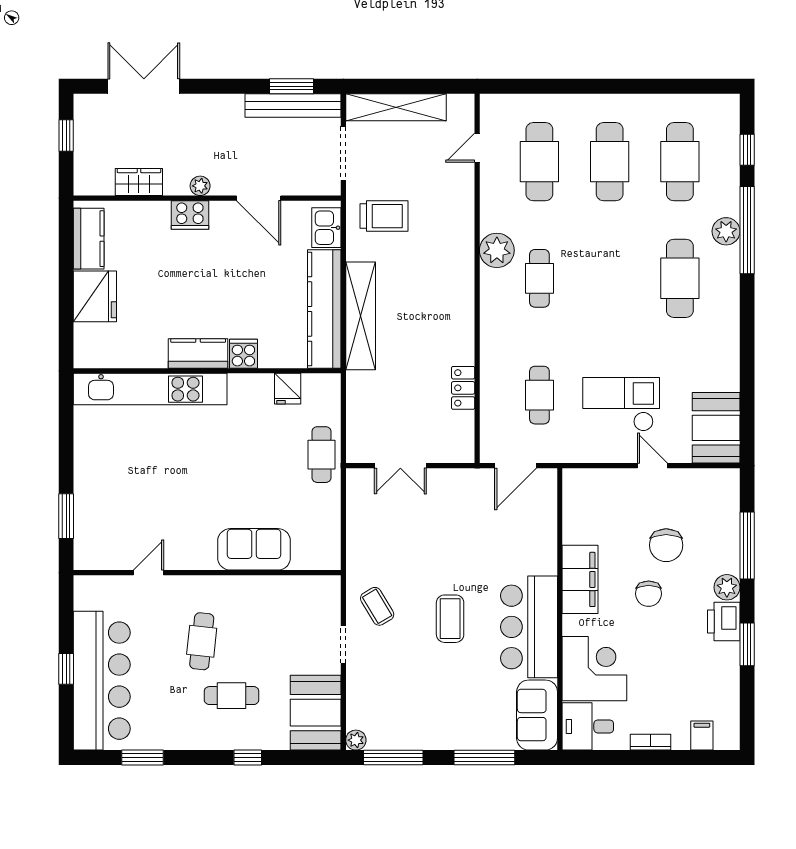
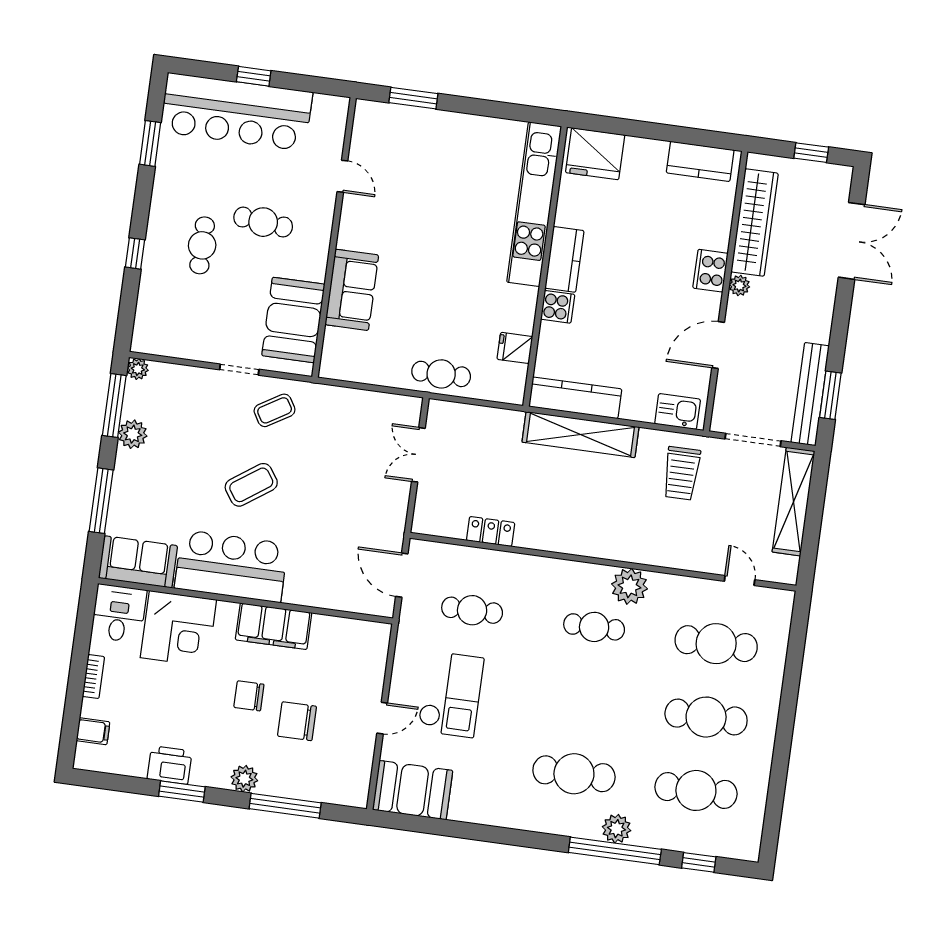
wardrobe: (139, 182) -> (755, 222), width x2.10, depth x1.17
fridge: (95, 296) -> (595, 154), moved
kitchen counter: (324, 309) -> (575, 398), width x0.72, depth x0.86
coffee table: (450, 619) -> (251, 485), turned -35
printer: (724, 622) -> (170, 765), moved
booth: (316, 713) -> (293, 320), moved, turned 90
plant: (418, 736) -> (133, 434), added

